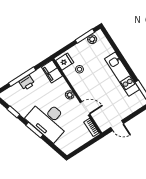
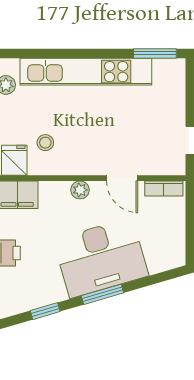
kitchen unit: (122, 74) -> (86, 72), width x1.36
door: (85, 108) -> (122, 178), swing flipped

